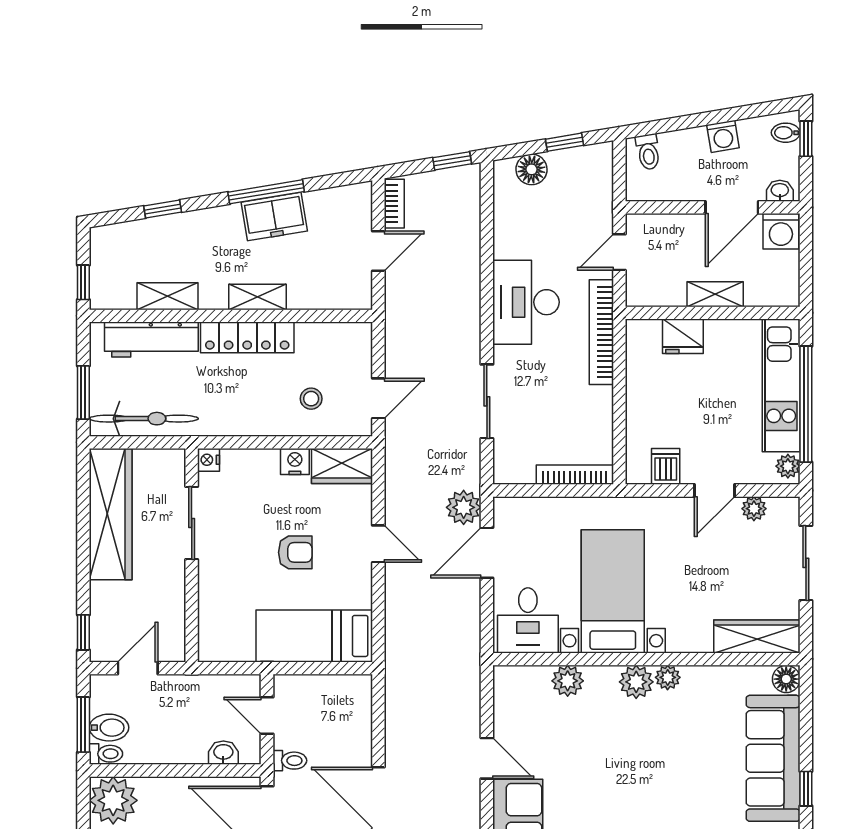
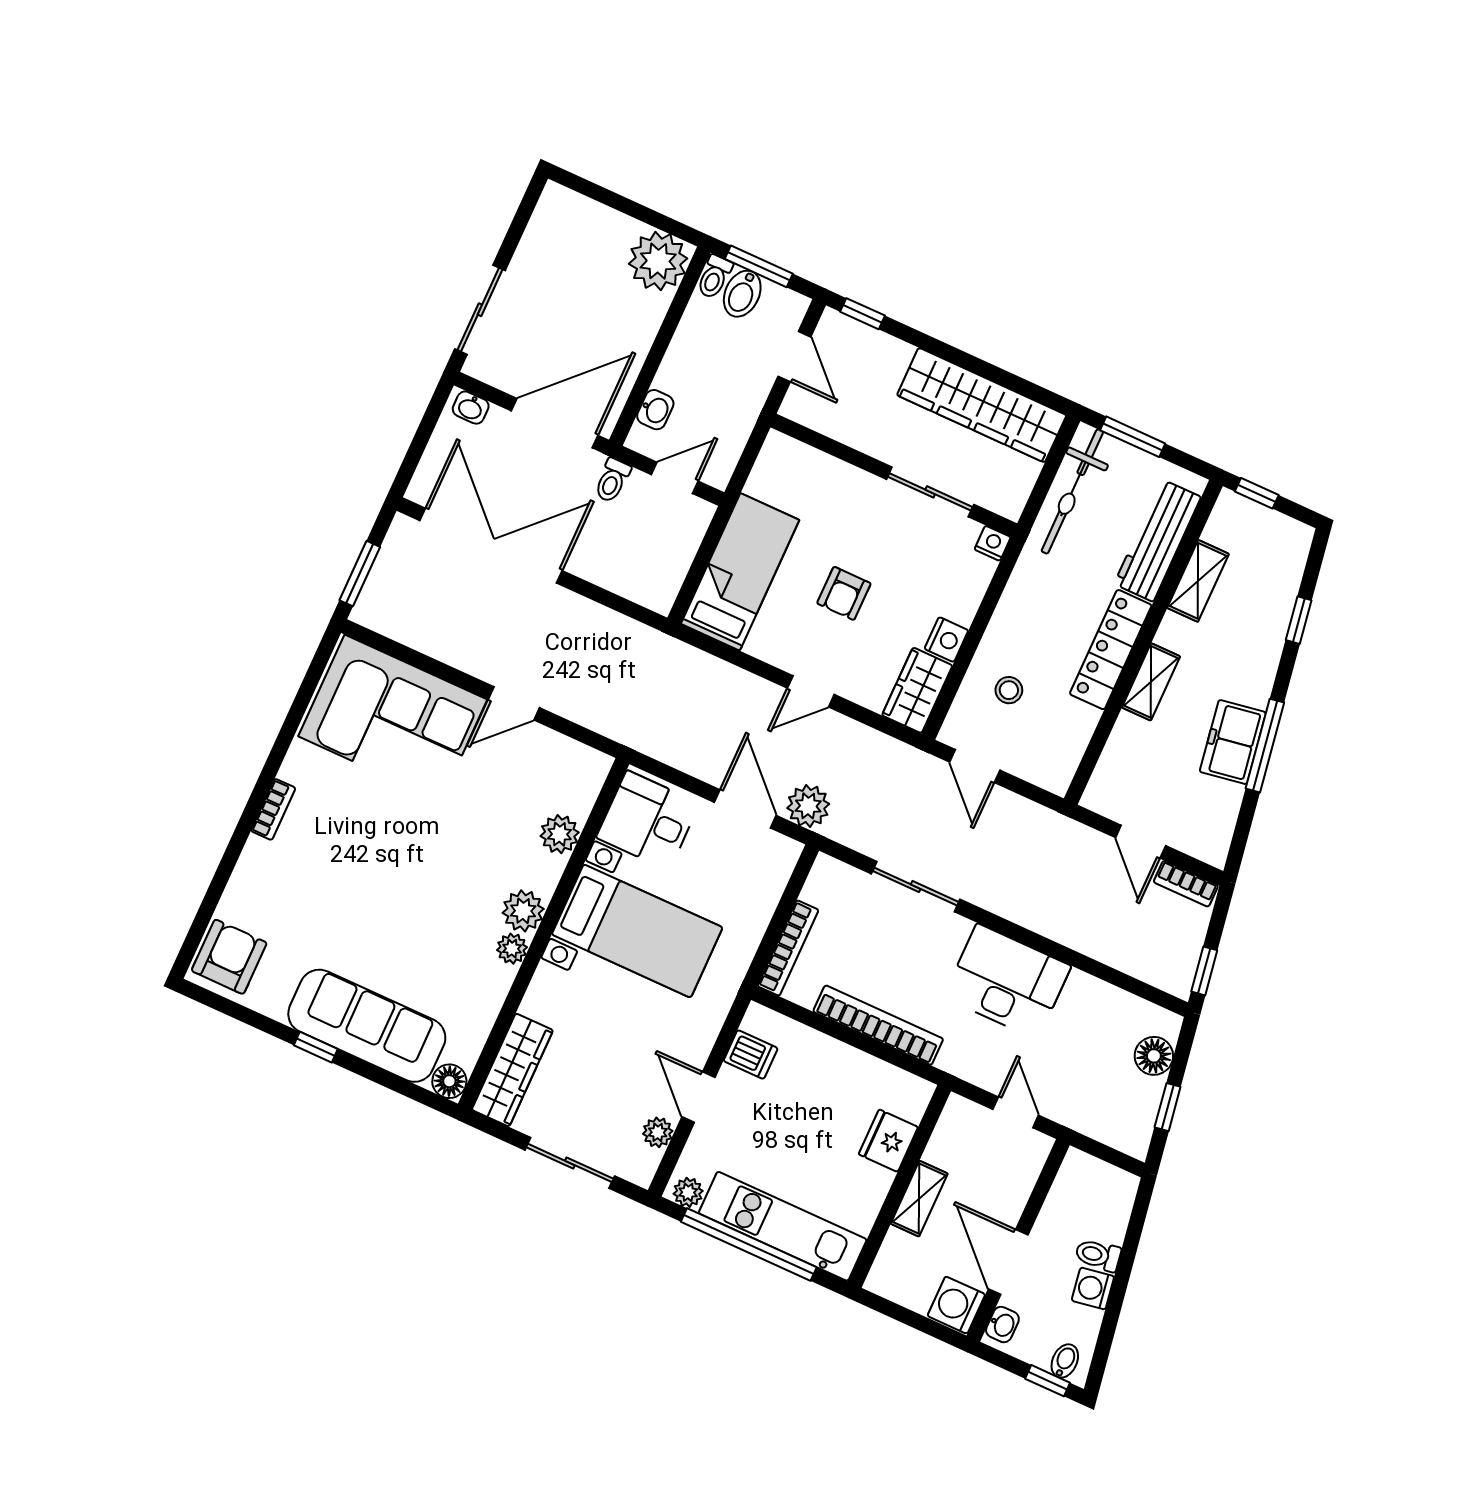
toilet: (648, 152) -> (1098, 1255), moved
bookcase: (601, 332) -> (878, 1025), moved

